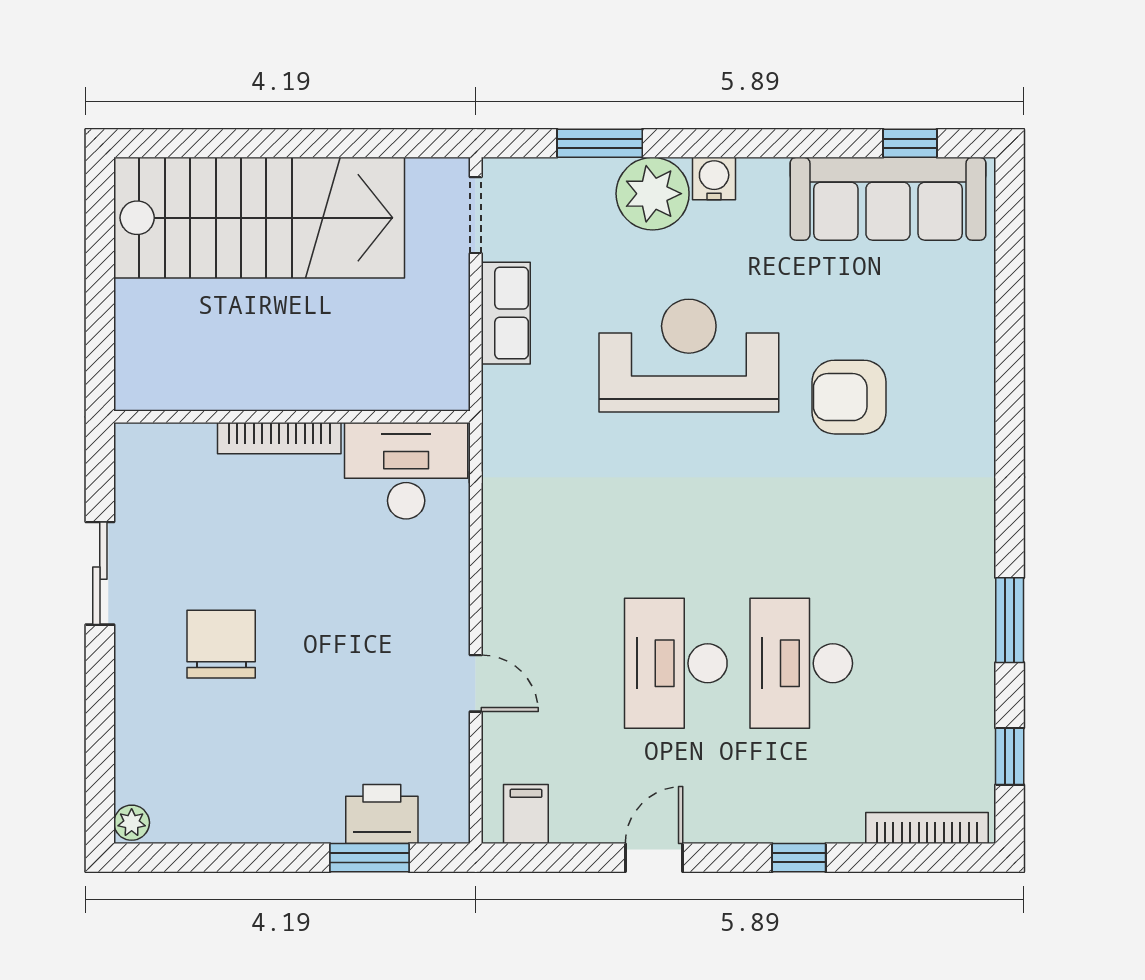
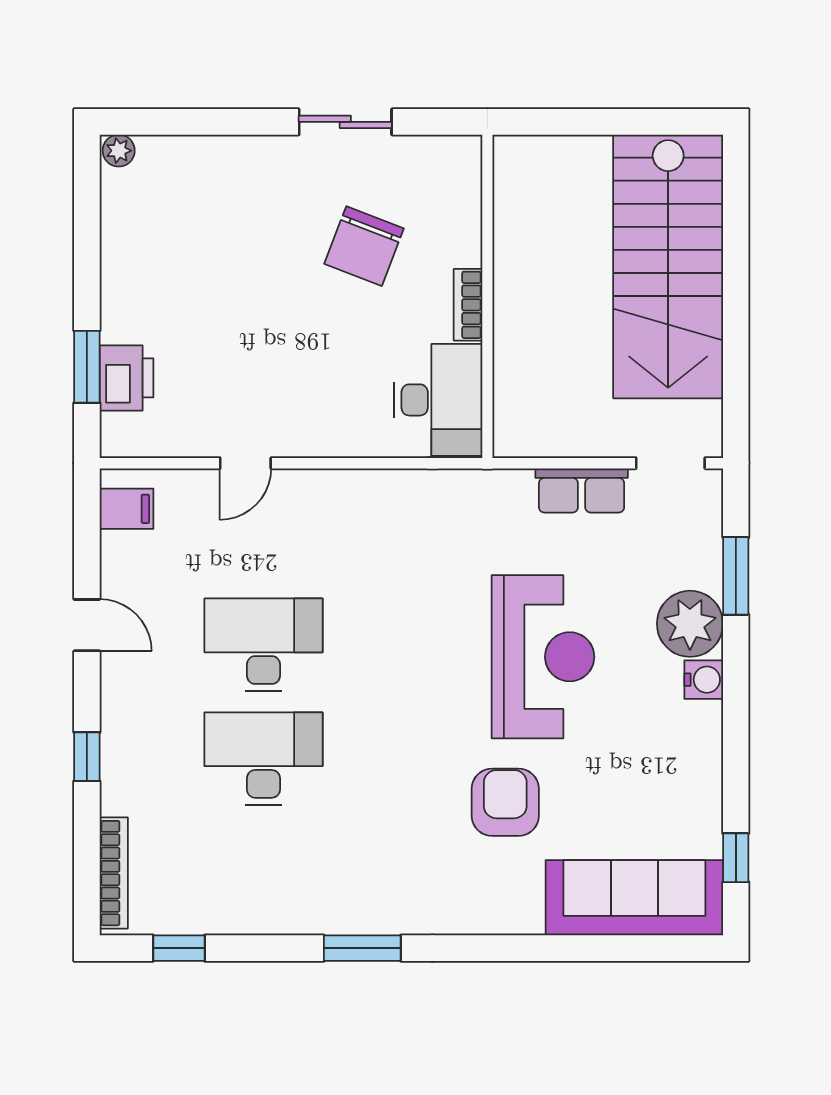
sofa: (888, 199) -> (634, 898), moved, turned 90
bookcase: (279, 438) -> (468, 305), width x0.64
window: (1010, 620) -> (362, 948), moved
chair: (221, 644) -> (364, 246), moved, turned 111

